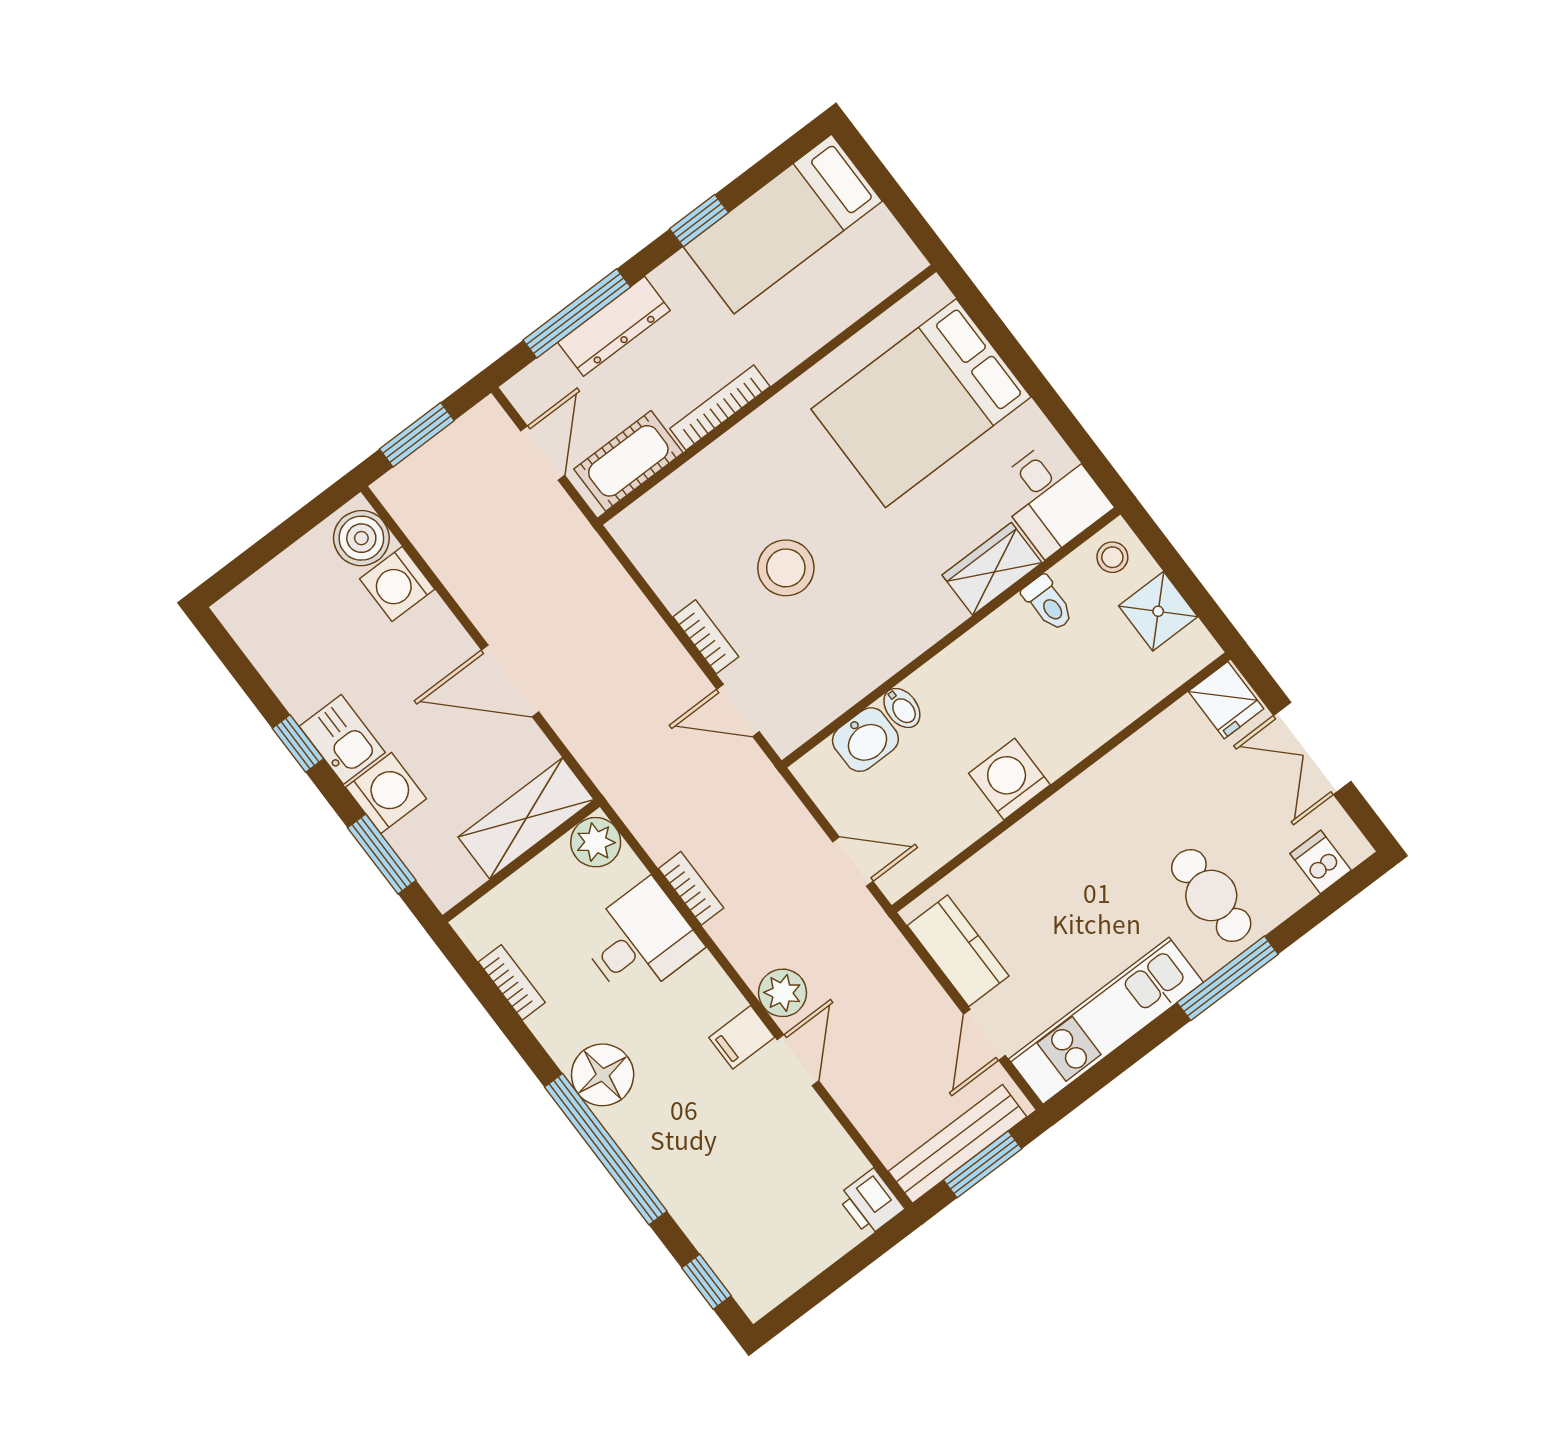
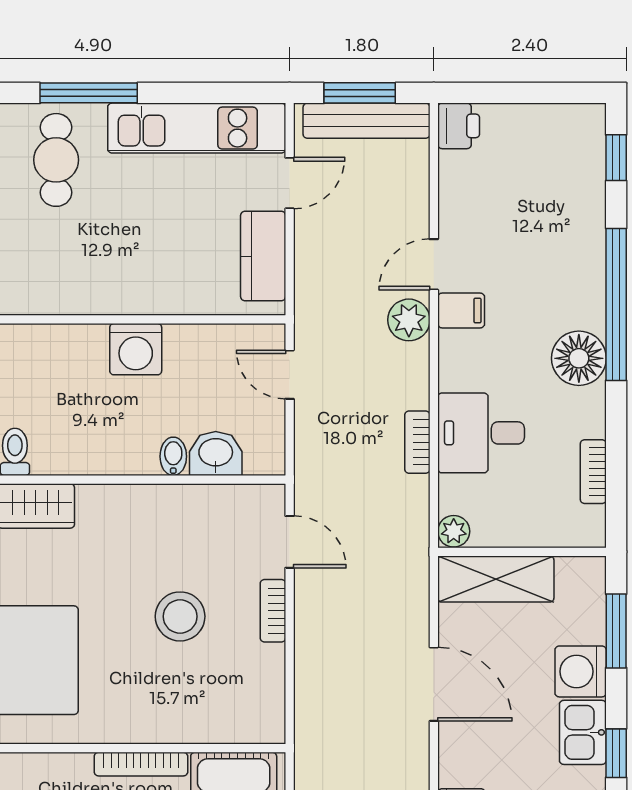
plant: (596, 842) -> (454, 531), width x0.73, depth x0.73

